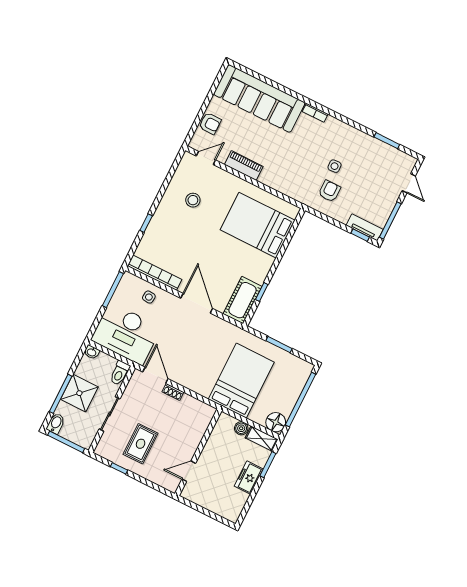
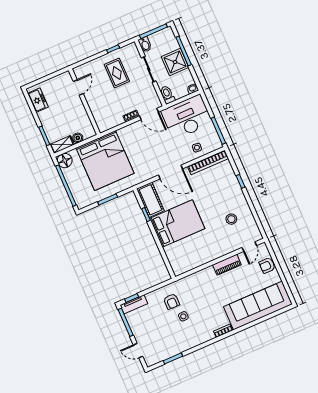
bed: (258, 225) -> (177, 223), moved
bed: (241, 381) -> (105, 161), width x1.36
bidet: (56, 423) -> (145, 44), moved
freezer: (249, 478) -> (38, 100), moved

